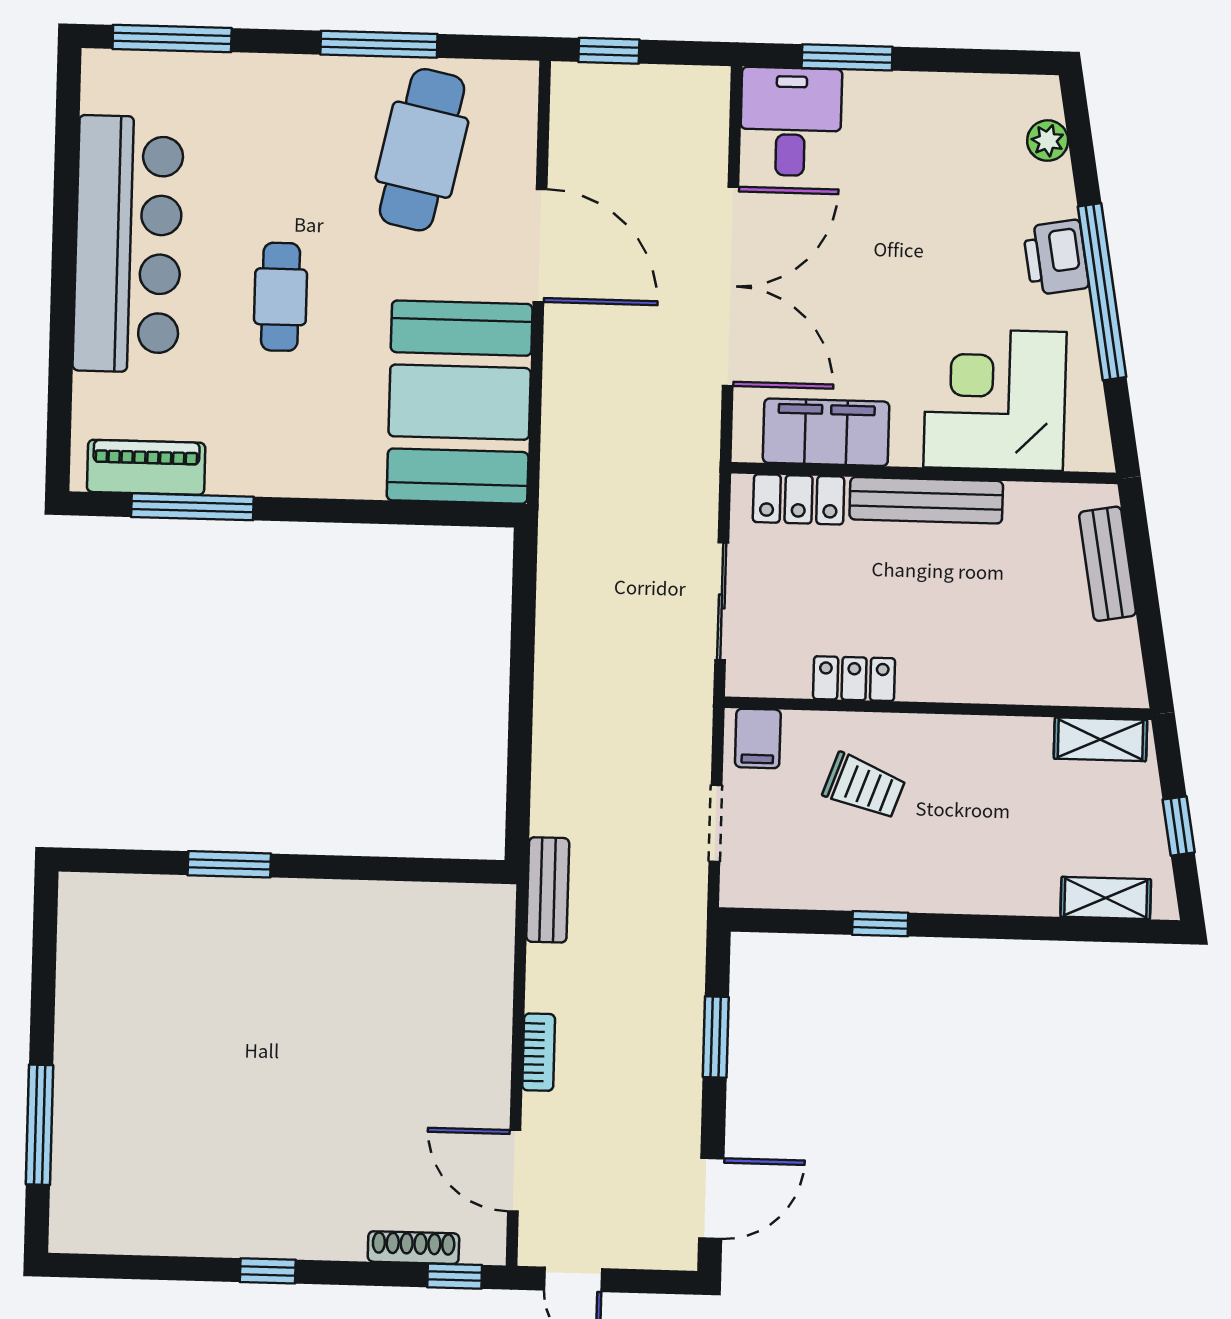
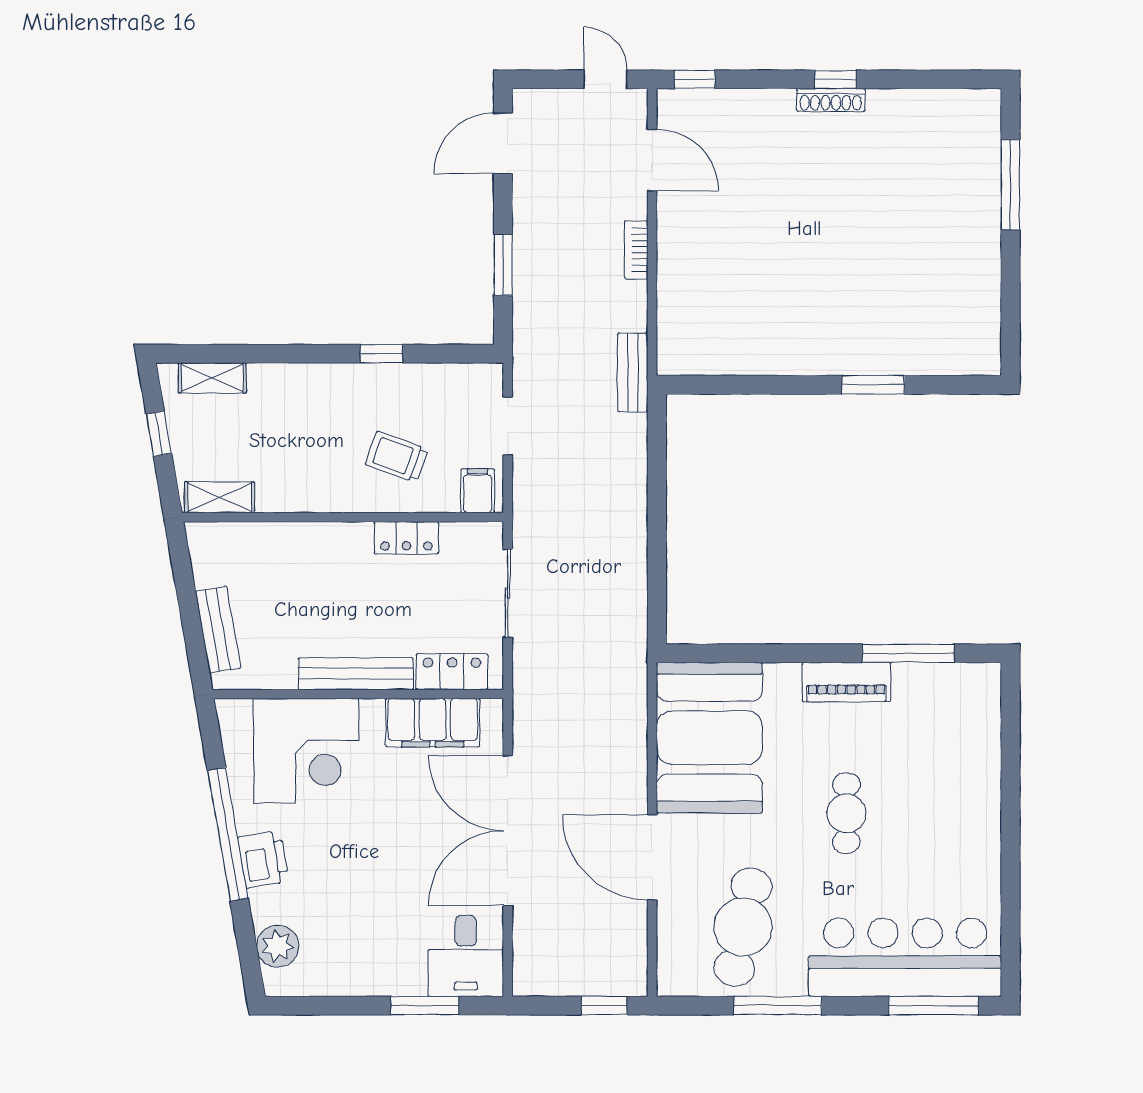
plant: (1048, 141) -> (278, 946), width x1.38, depth x1.38
bar counter: (128, 244) -> (905, 957), moved, turned 90
piano: (146, 467) -> (846, 682), moved
shoe rack: (413, 1248) -> (831, 100), moved

